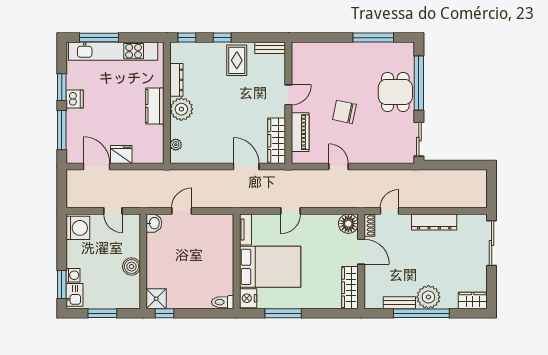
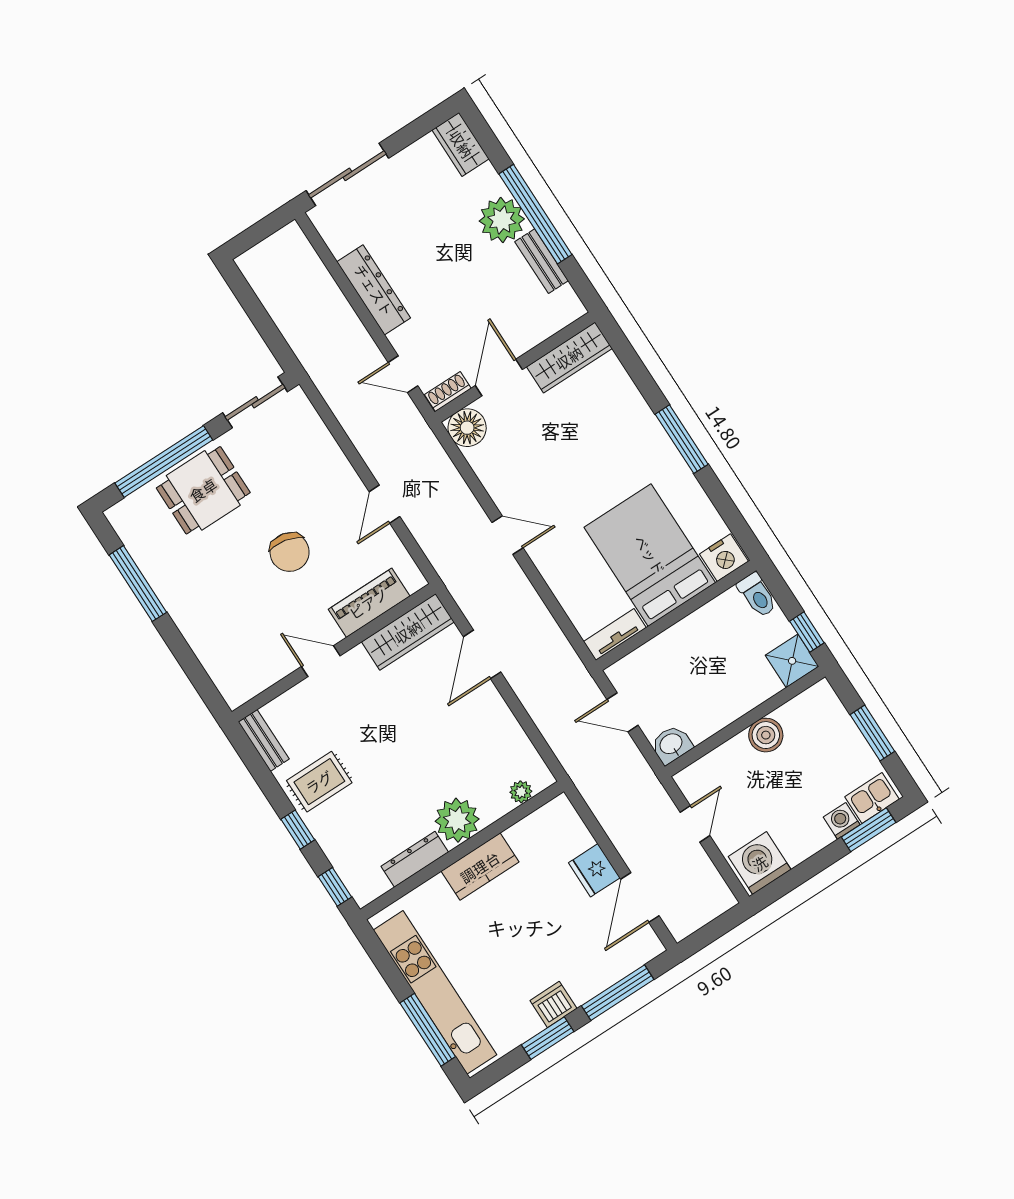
tv unit: (245, 229) -> (615, 635), moved
wall: (237, 261) -> (676, 615), moved
bed: (270, 267) -> (650, 555), moved
nightstand: (248, 298) -> (724, 558), moved
toilet: (223, 302) -> (757, 595), moved

